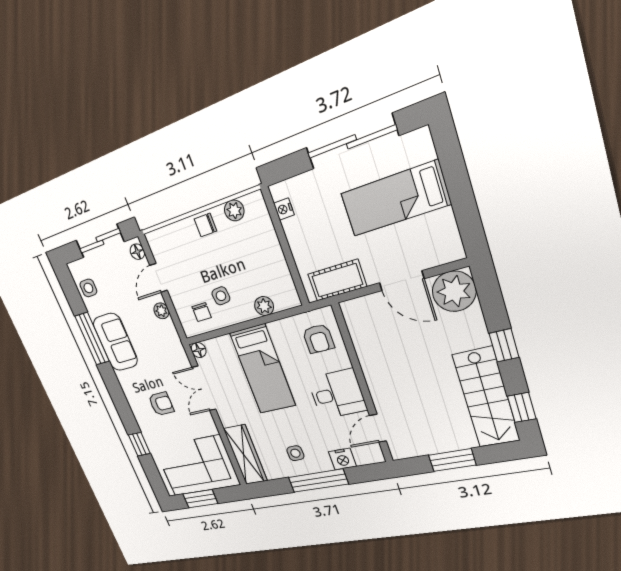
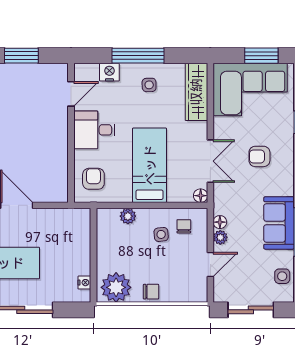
plant: (234, 210) -> (116, 287), width x1.88, depth x1.88
floor lamp: (137, 252) -> (220, 222), moved
cot: (337, 280) -> (63, 219), removed

